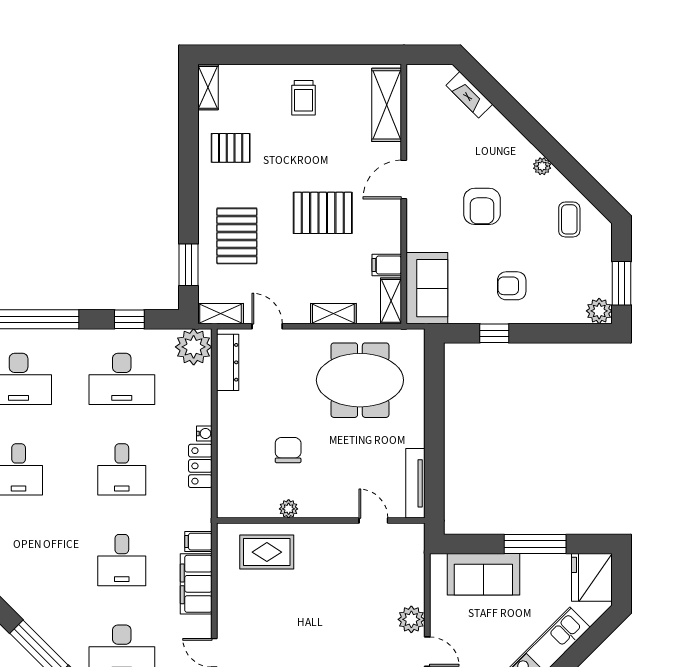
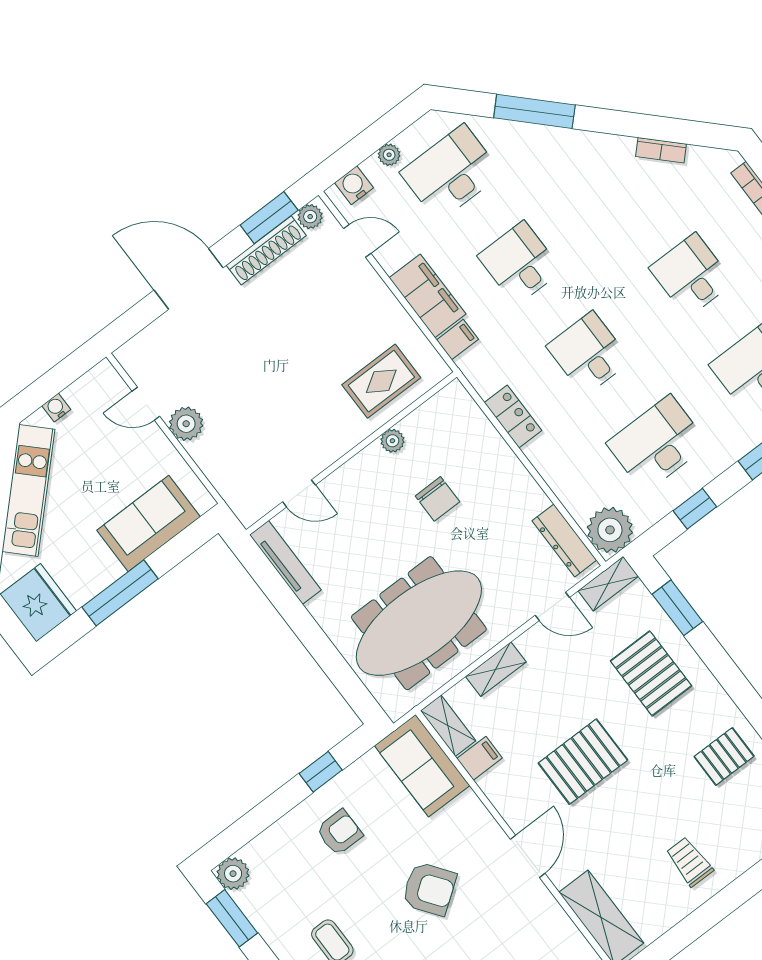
armchair: (482, 206) -> (429, 889), turned 144
meeting table: (360, 380) -> (419, 623), width x1.36
water cooler: (204, 434) -> (534, 452), removed

